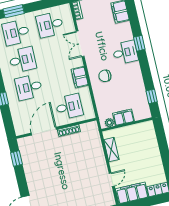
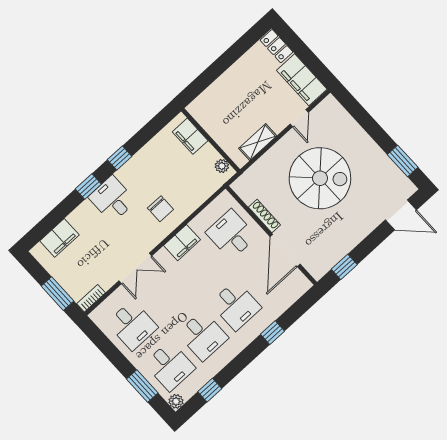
desk: (22, 60) -> (203, 336), turned 180
window: (152, 96) -> (120, 158), moved
filing cabinet: (123, 117) -> (190, 136), moved
door: (44, 131) -> (285, 250), hinge flipped
spiral stairs: (72, 172) -> (320, 178), added
door: (112, 180) -> (299, 118), swing flipped

